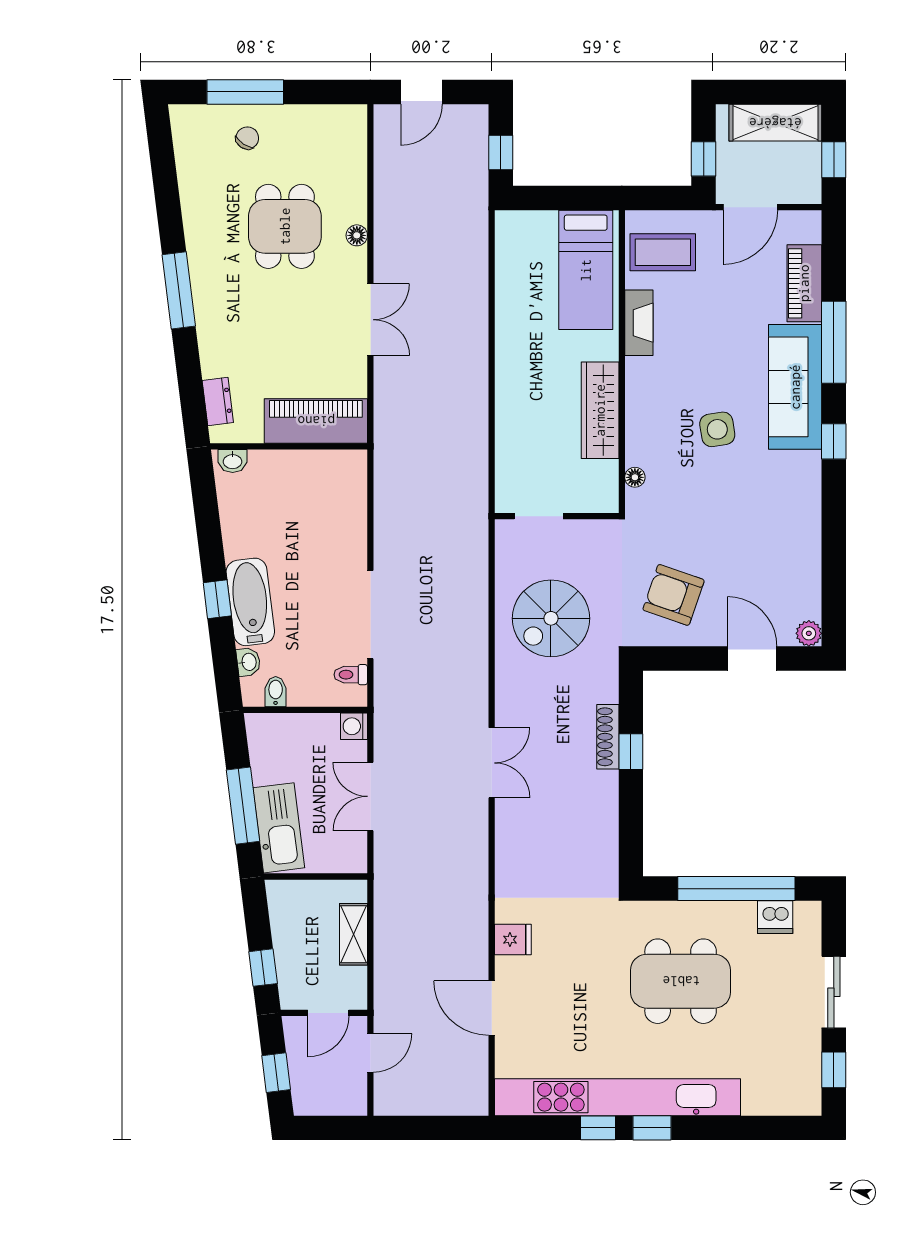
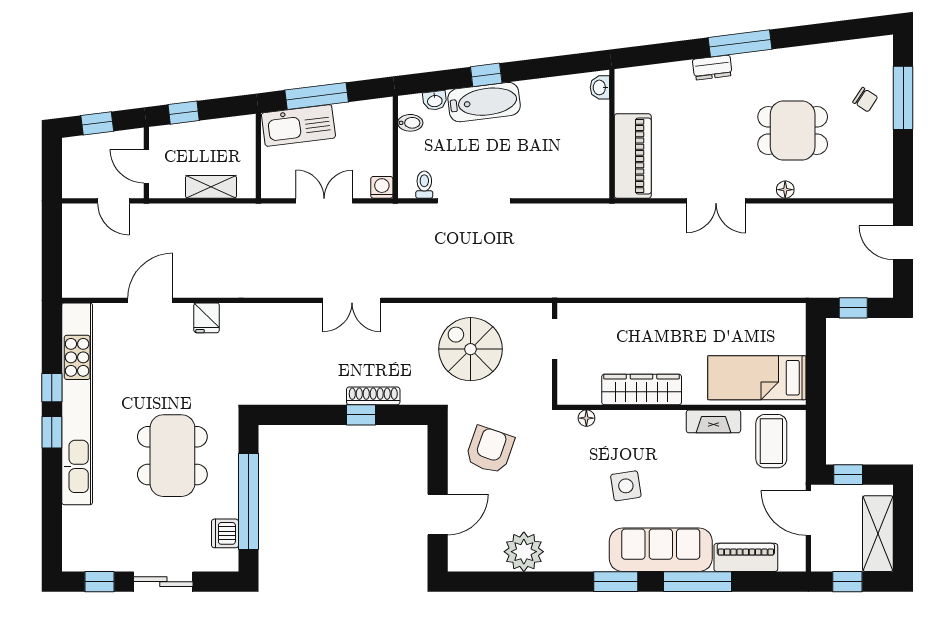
dresser: (218, 402) -> (712, 68), moved
window: (834, 441) -> (616, 582), width x1.50
plant: (809, 633) -> (524, 552), moved, width x1.87, depth x1.87

